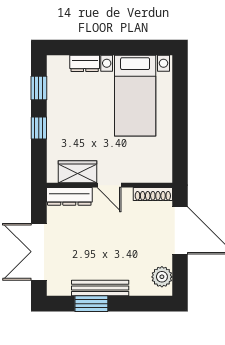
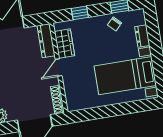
chair: (62, 99) -> (115, 24), added
window: (39, 128) -> (80, 13), moved

